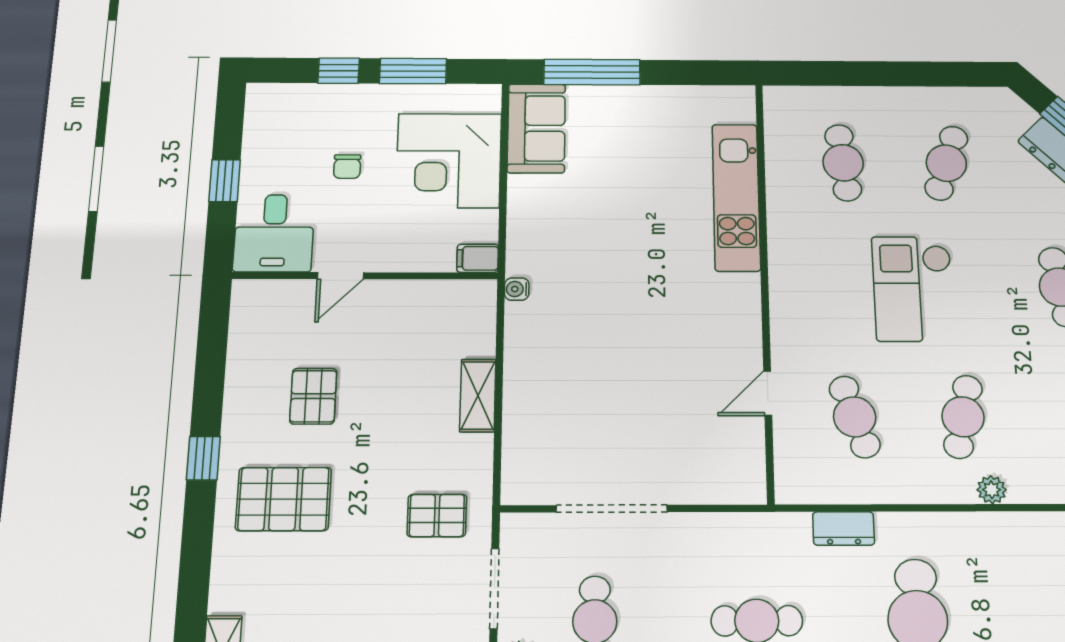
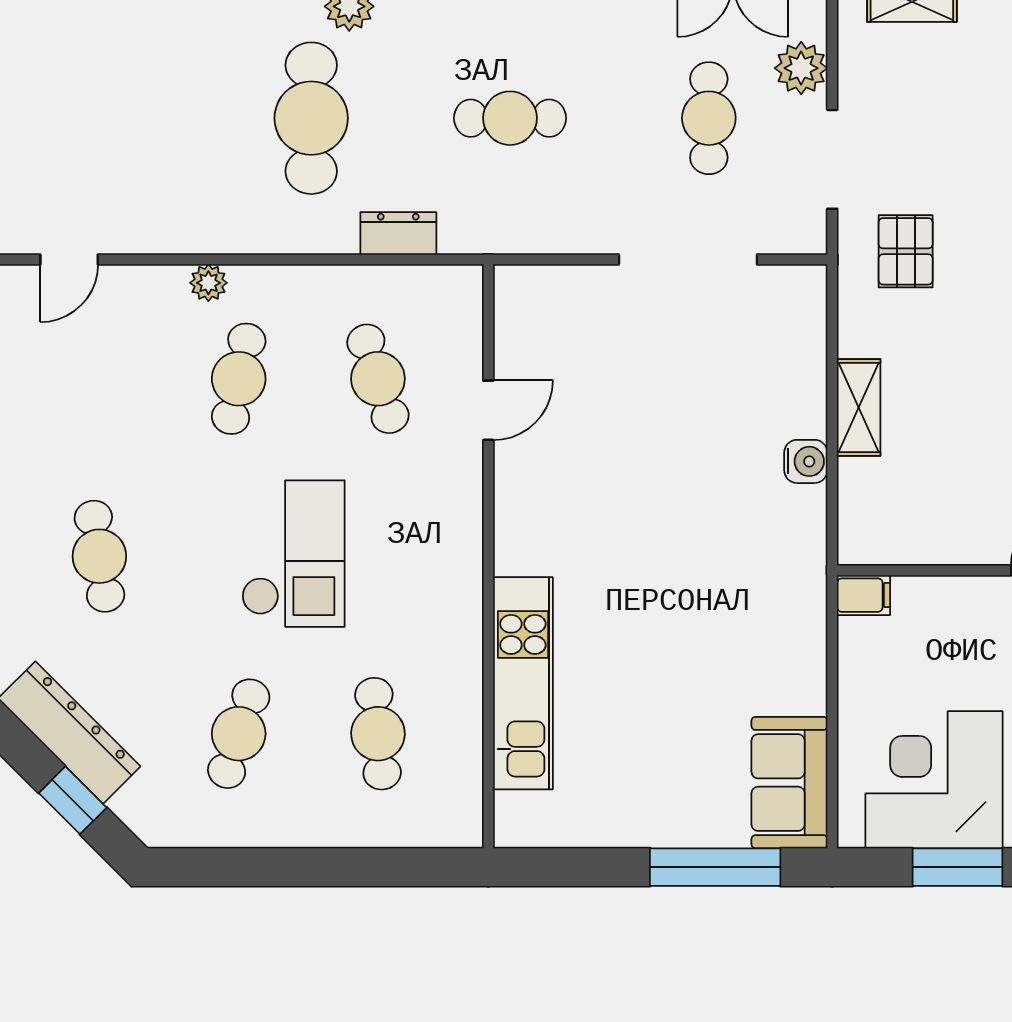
corner desk: (449, 161) -> (934, 780), moved, turned -90
water cooler: (517, 289) -> (806, 461), moved, width x1.38, depth x1.38
pallet: (437, 516) -> (906, 251), turned 90

